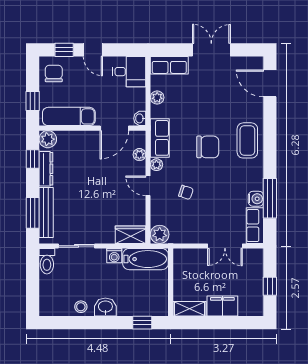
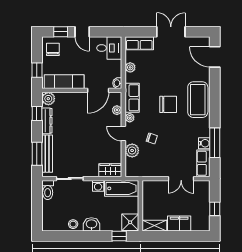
coffee table: (247, 140) -> (198, 100), width x1.36, depth x1.32
plant: (160, 234) -> (132, 150), moved
shower: (157, 304) -> (130, 222), added

